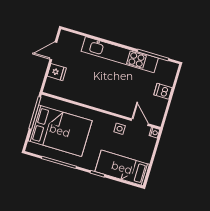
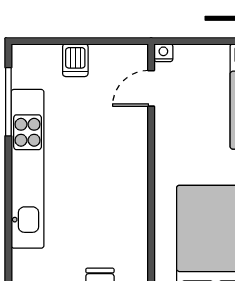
side table: (120, 129) -> (176, 125), removed

